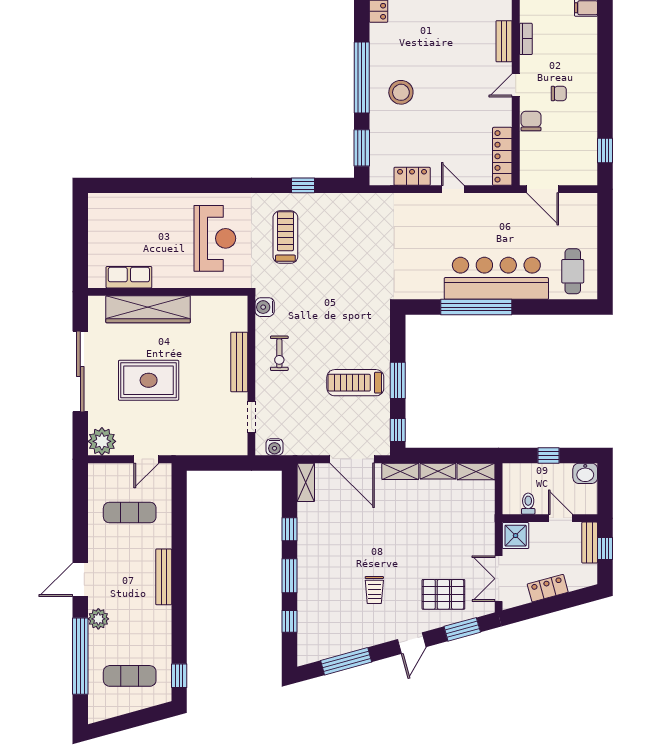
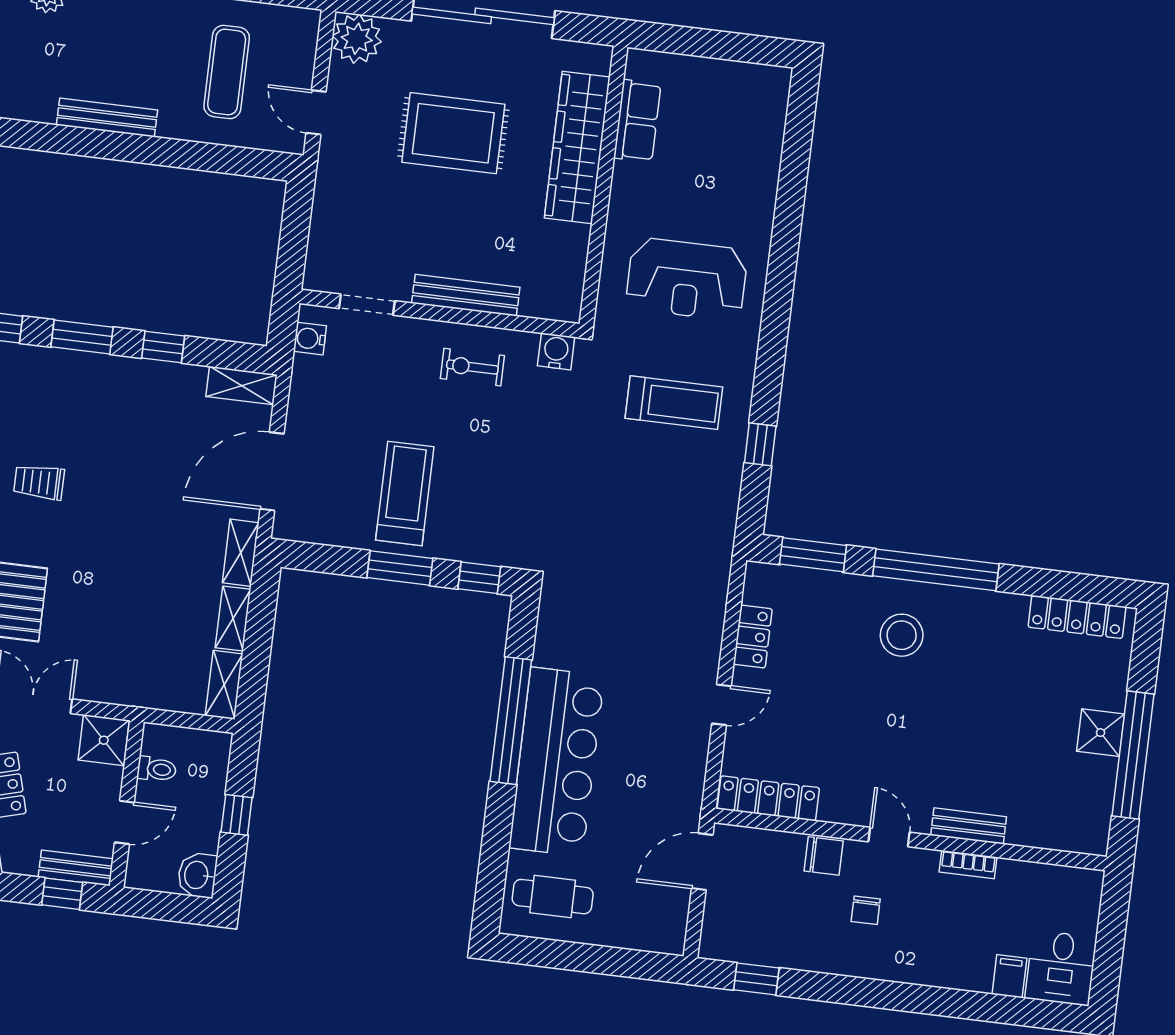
rug: (149, 380) -> (453, 133), turned 90
window: (398, 430) -> (479, 578), moved

